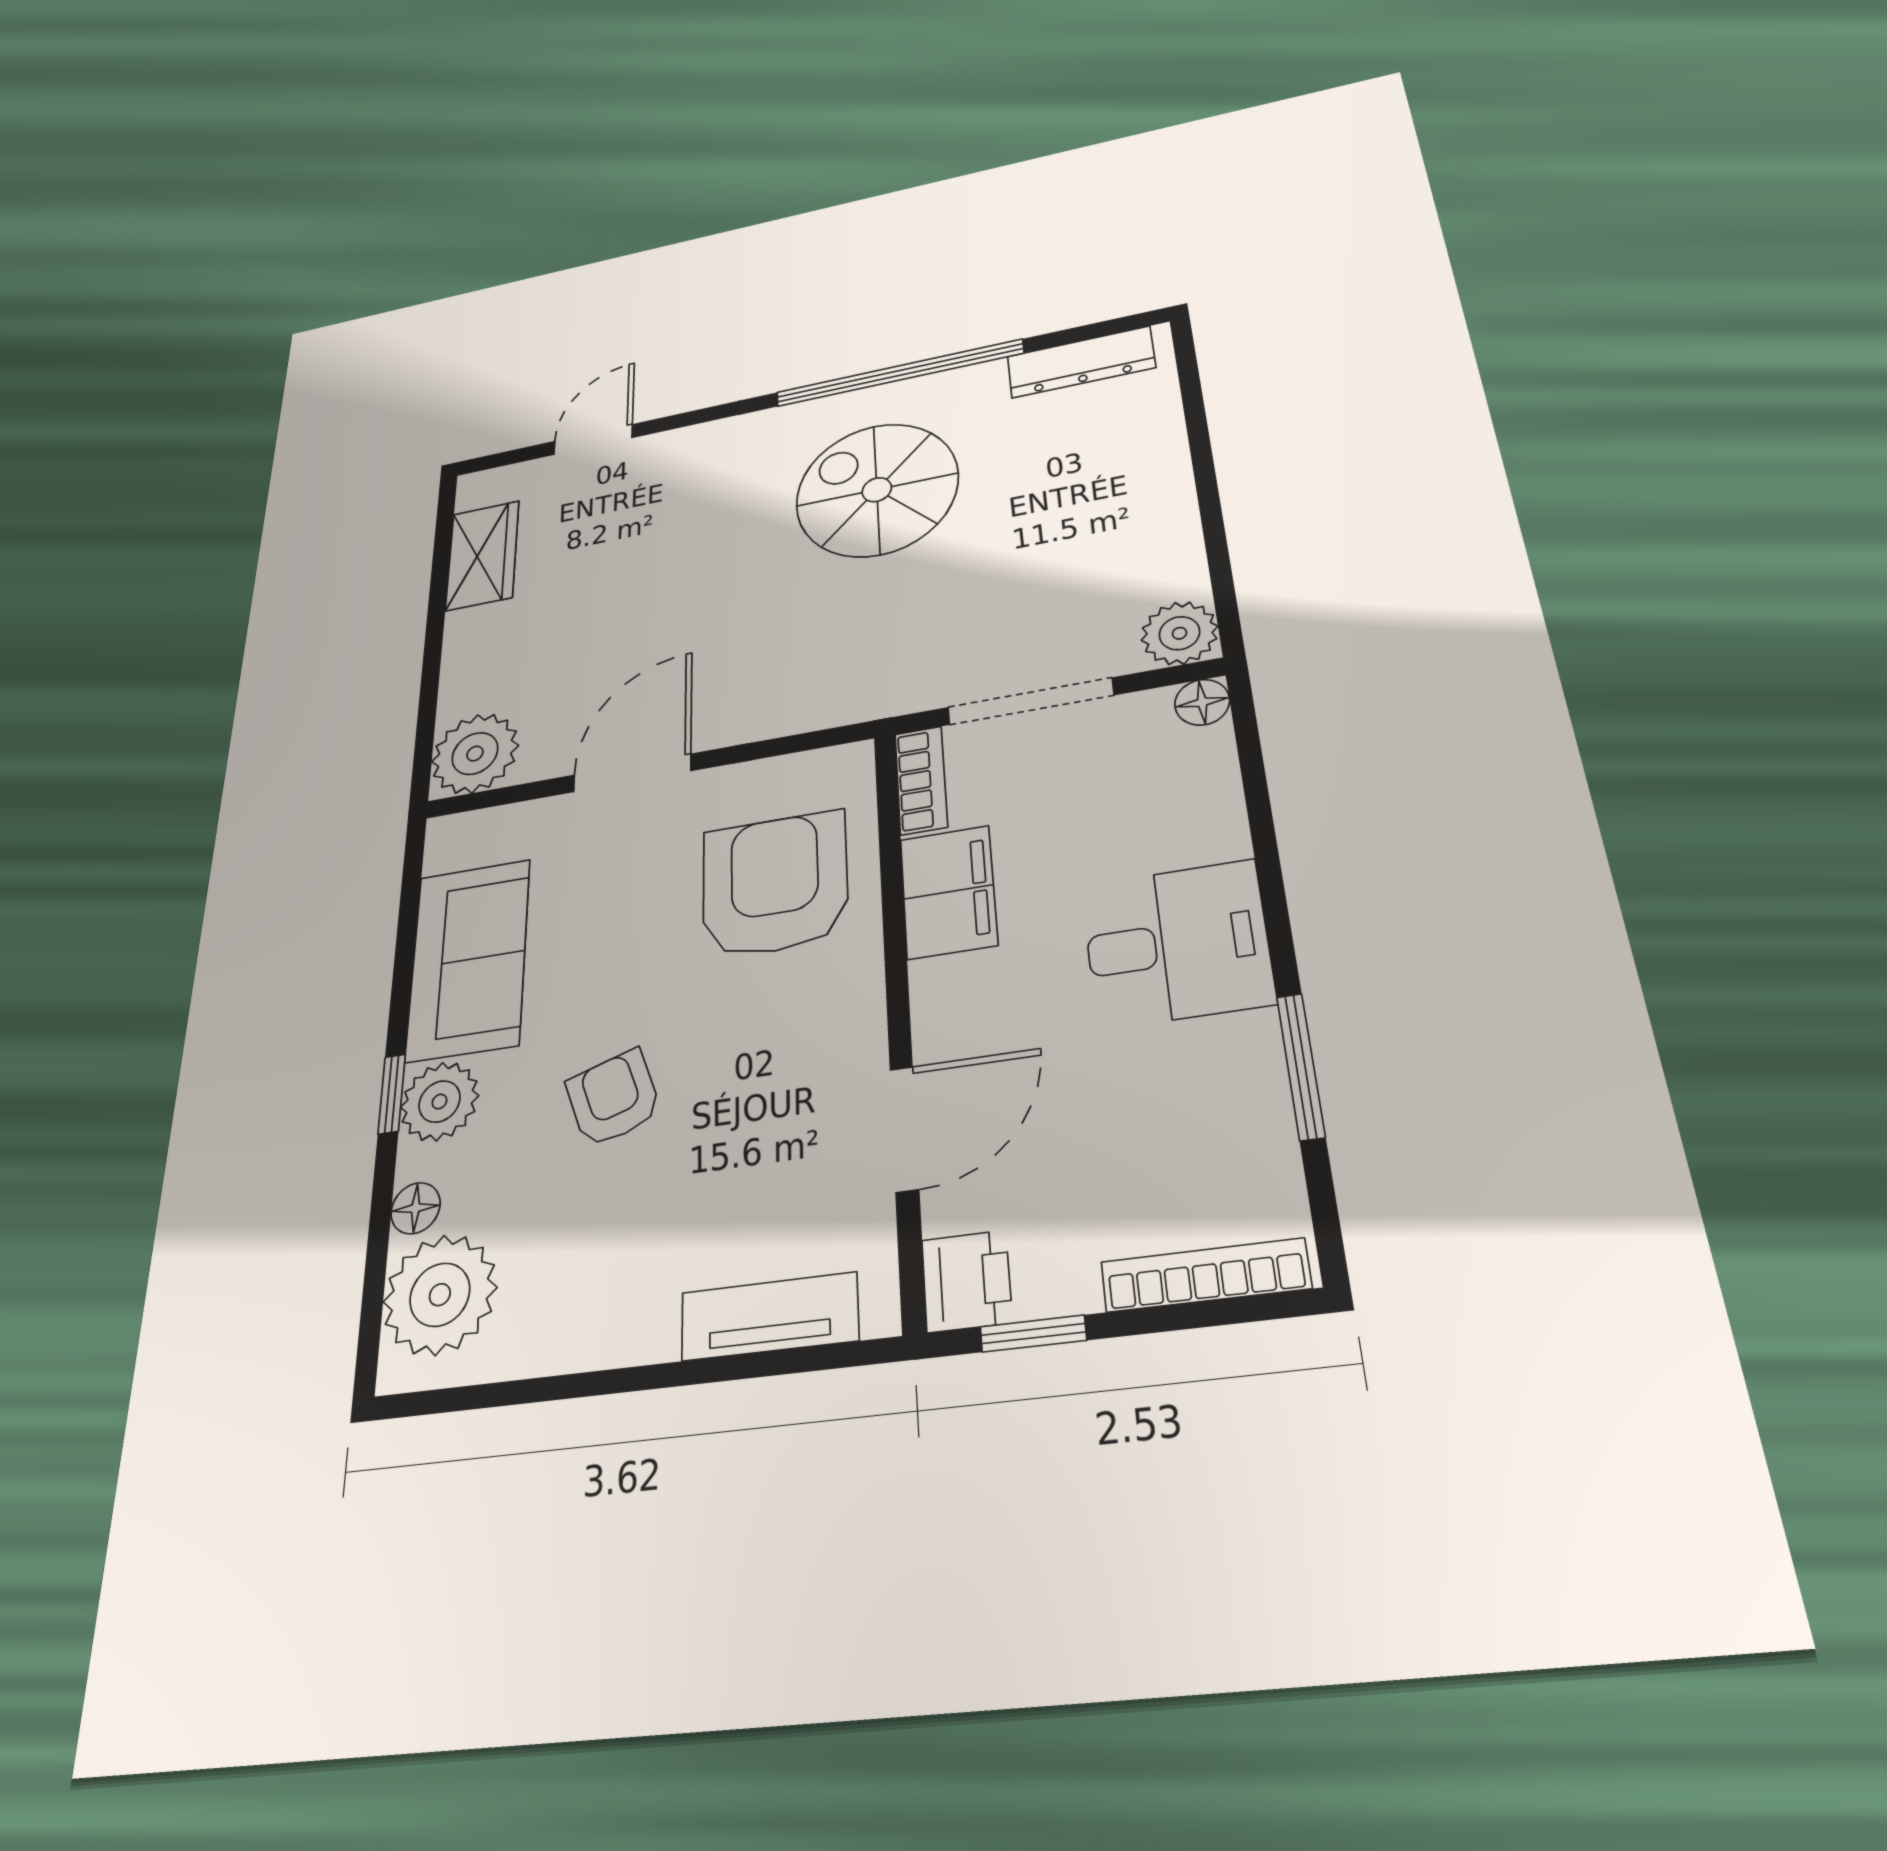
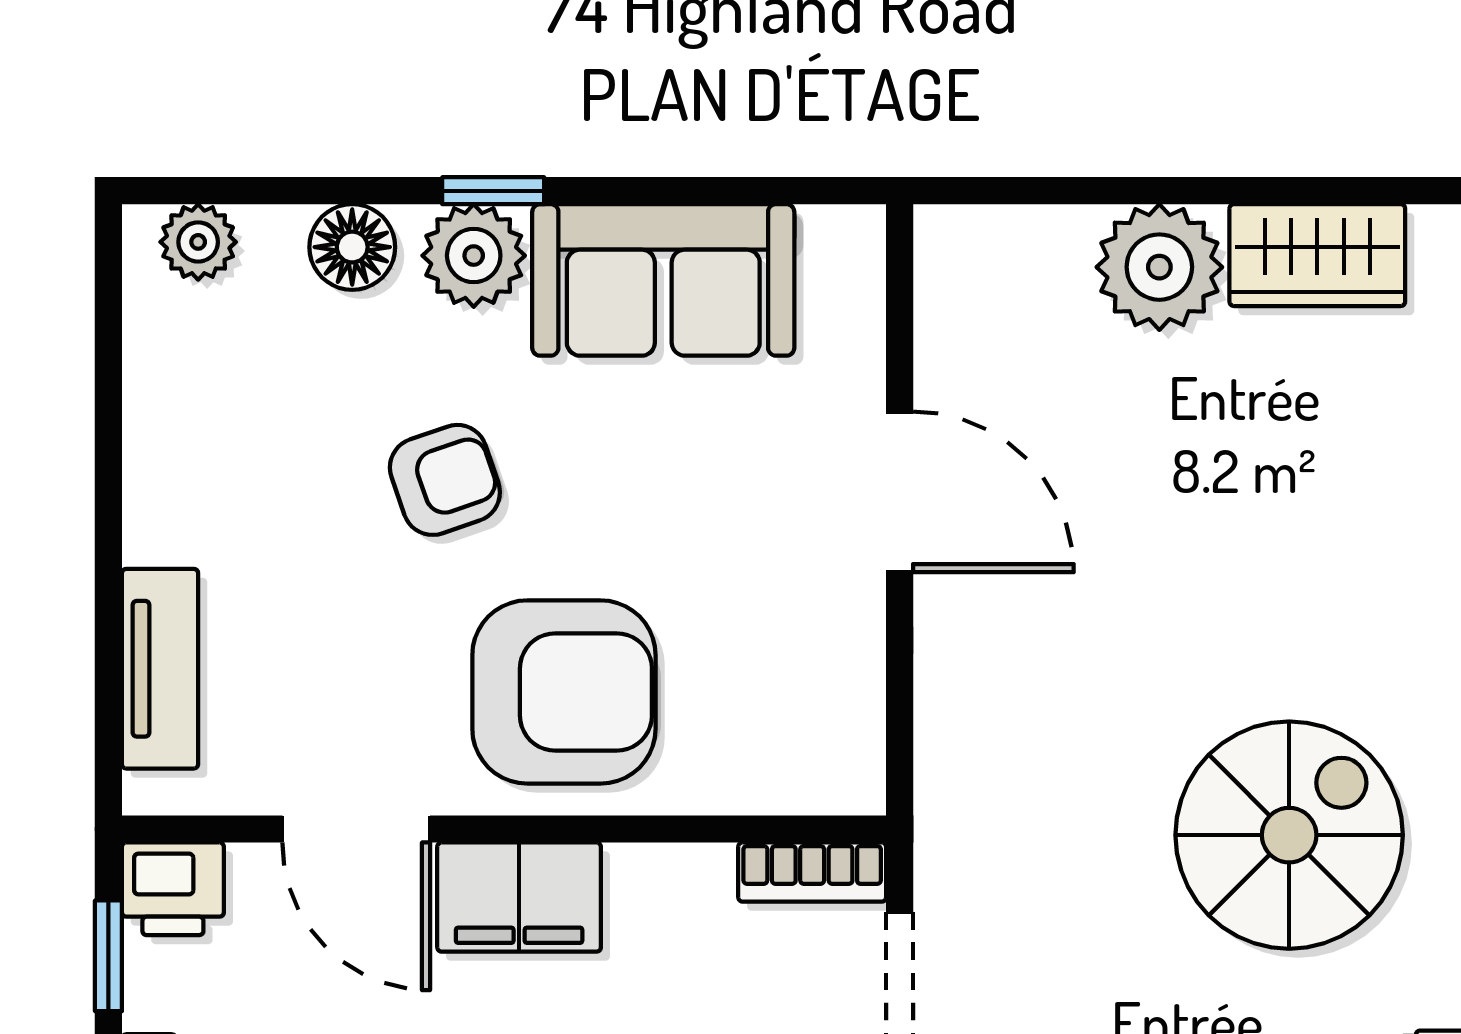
plant: (475, 754) -> (1159, 267), moved
armchair: (775, 884) -> (564, 692), moved
filing cabinet: (948, 892) -> (519, 897), moved
floor lamp: (416, 1208) -> (352, 247), width x1.37, depth x1.37
plant: (440, 1295) -> (198, 242), width x0.53, depth x0.53

